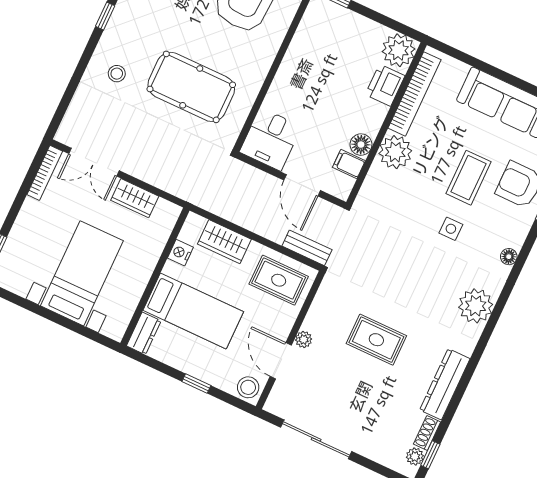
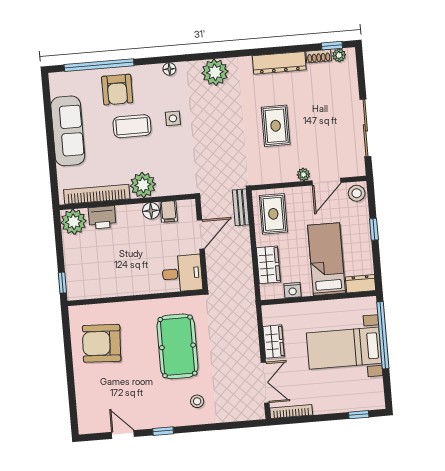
window: (71, 325) -> (383, 335), added

